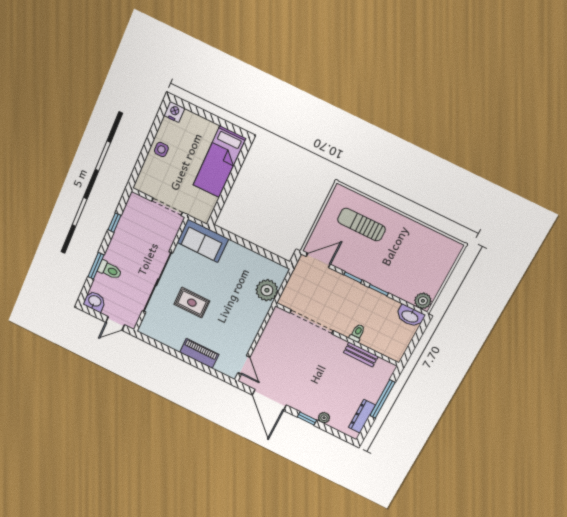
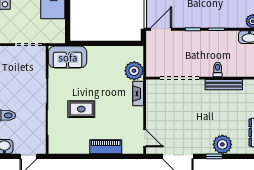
fireplace: (260, 316) -> (138, 94), added
bench: (361, 354) -> (224, 85), width x1.36
plant: (324, 418) -> (222, 144), width x1.88, depth x1.88

